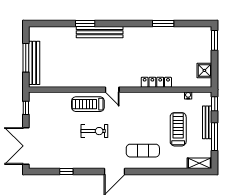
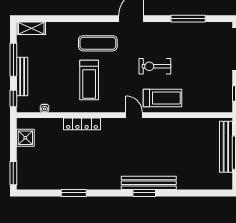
window: (85, 24) -> (144, 193), moved
treadmill: (178, 129) -> (89, 80), moved
window: (66, 172) -> (188, 19), width x2.17

